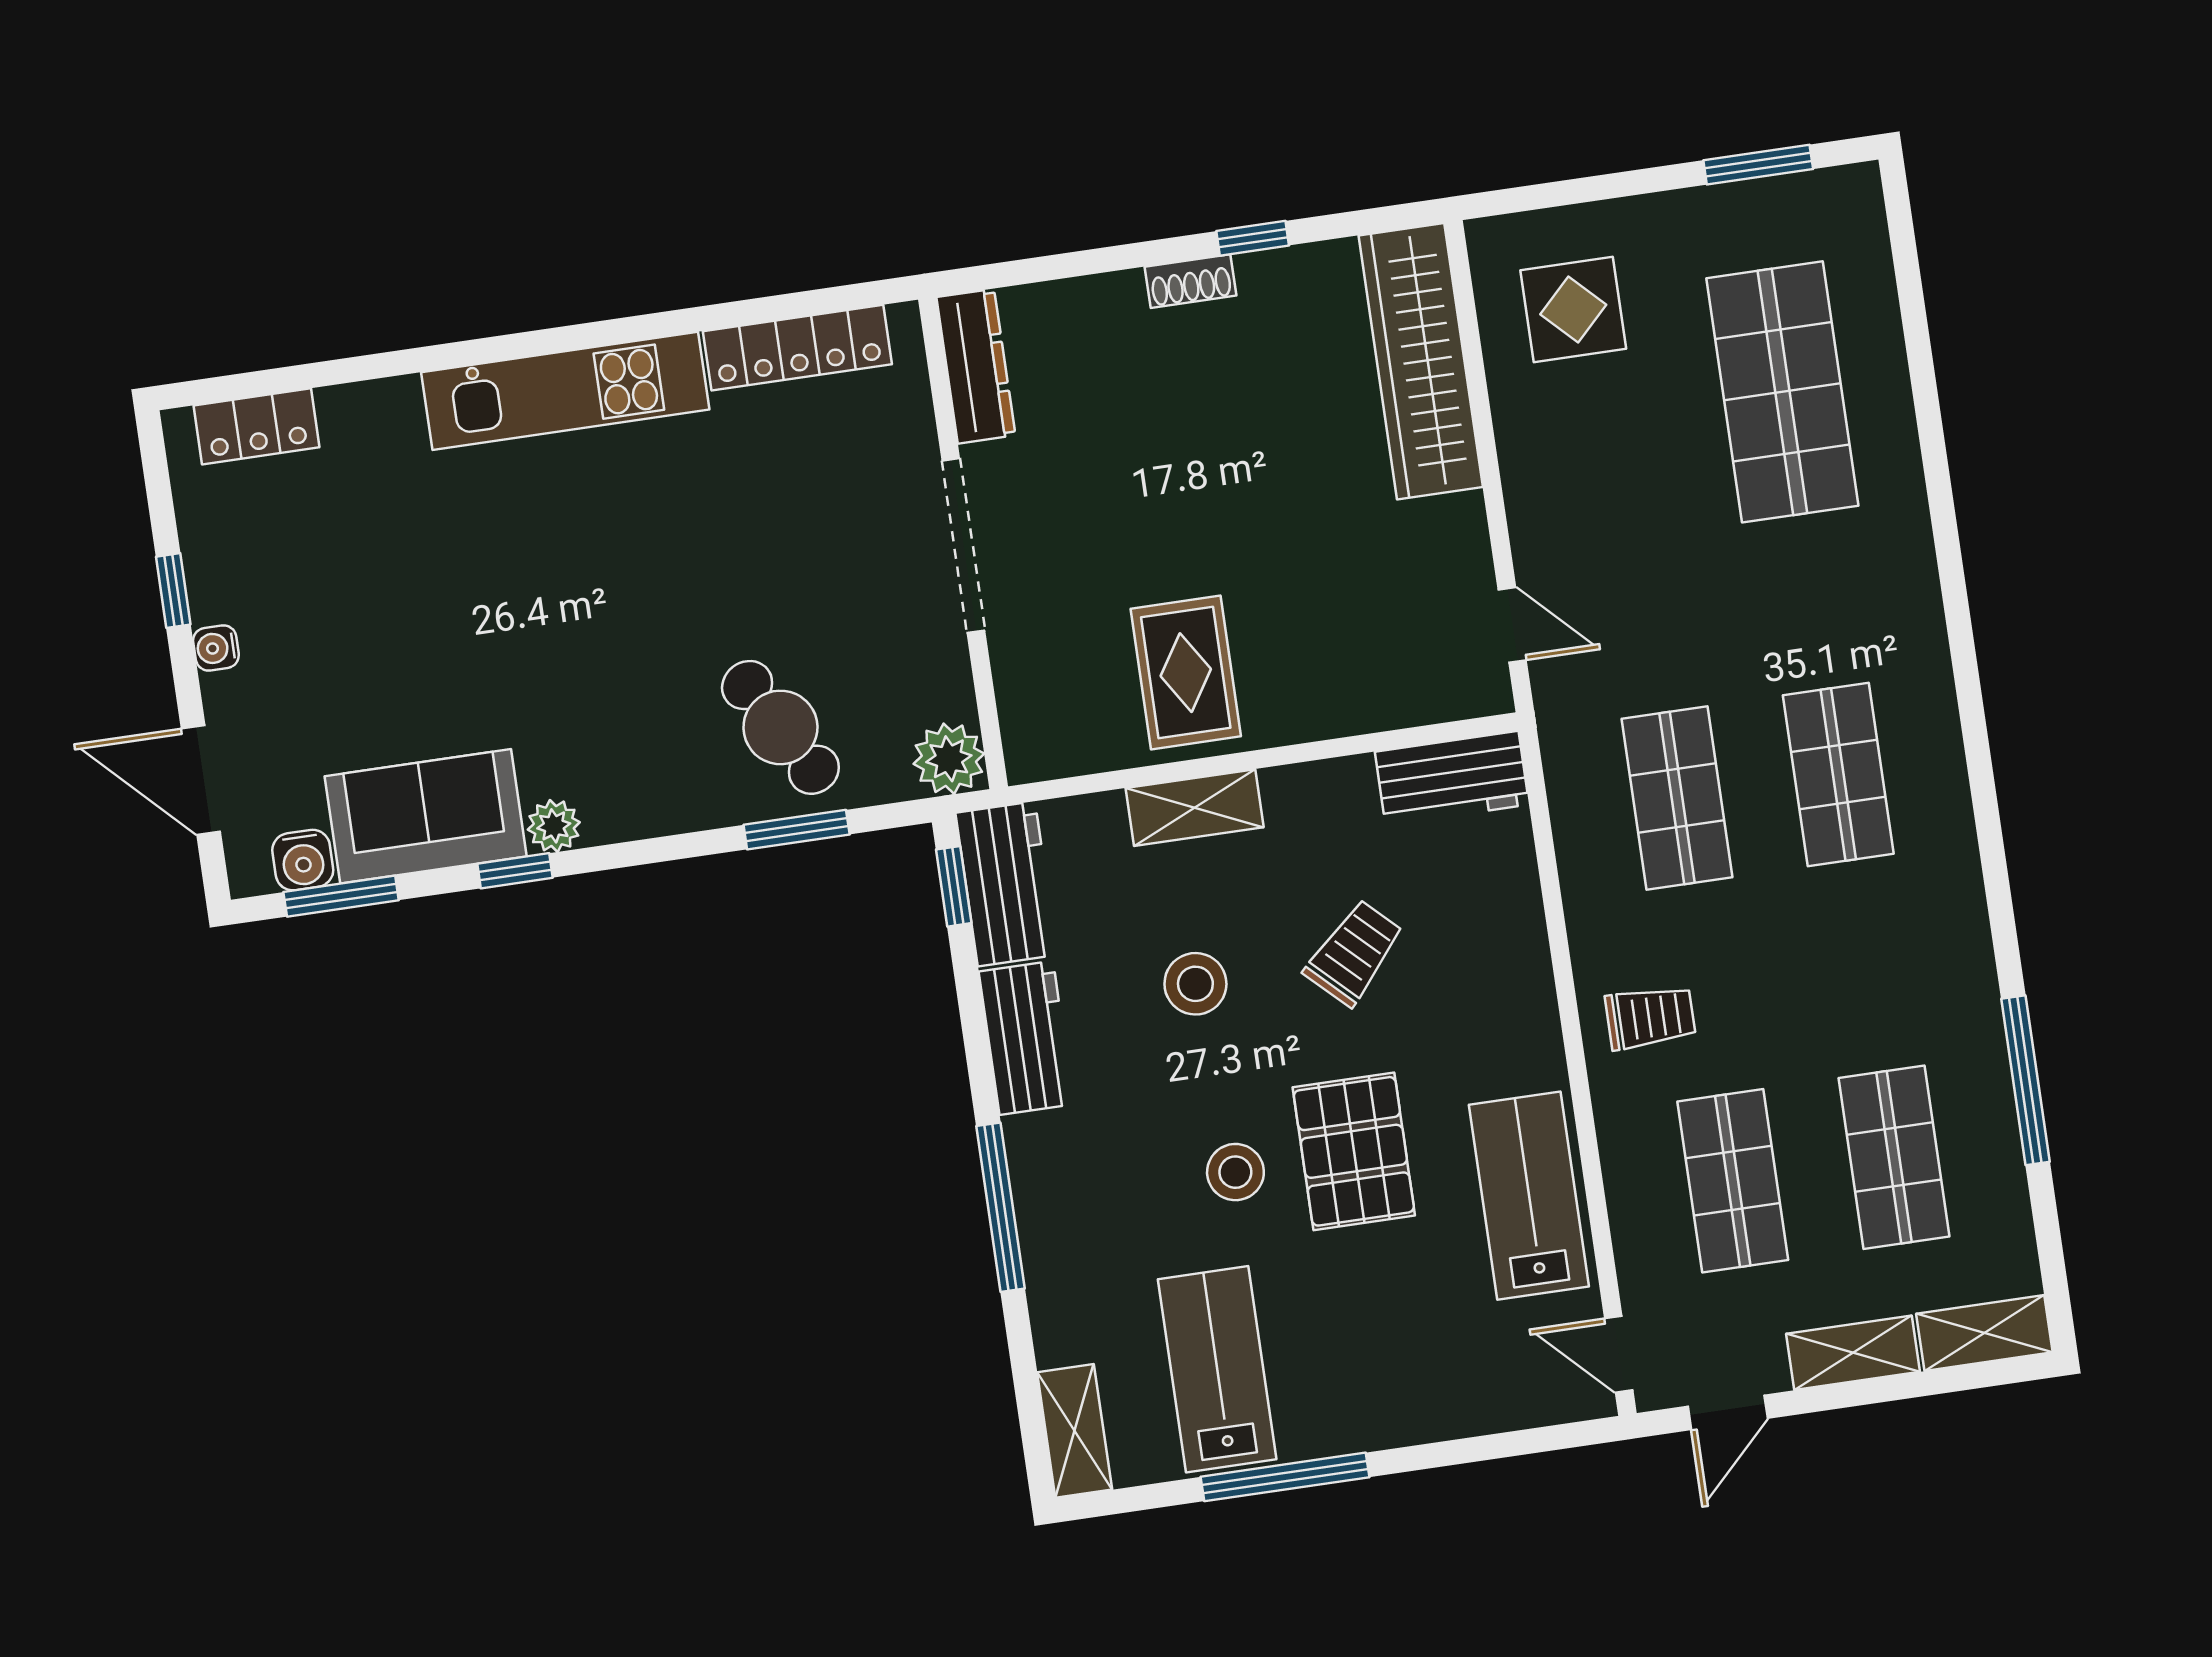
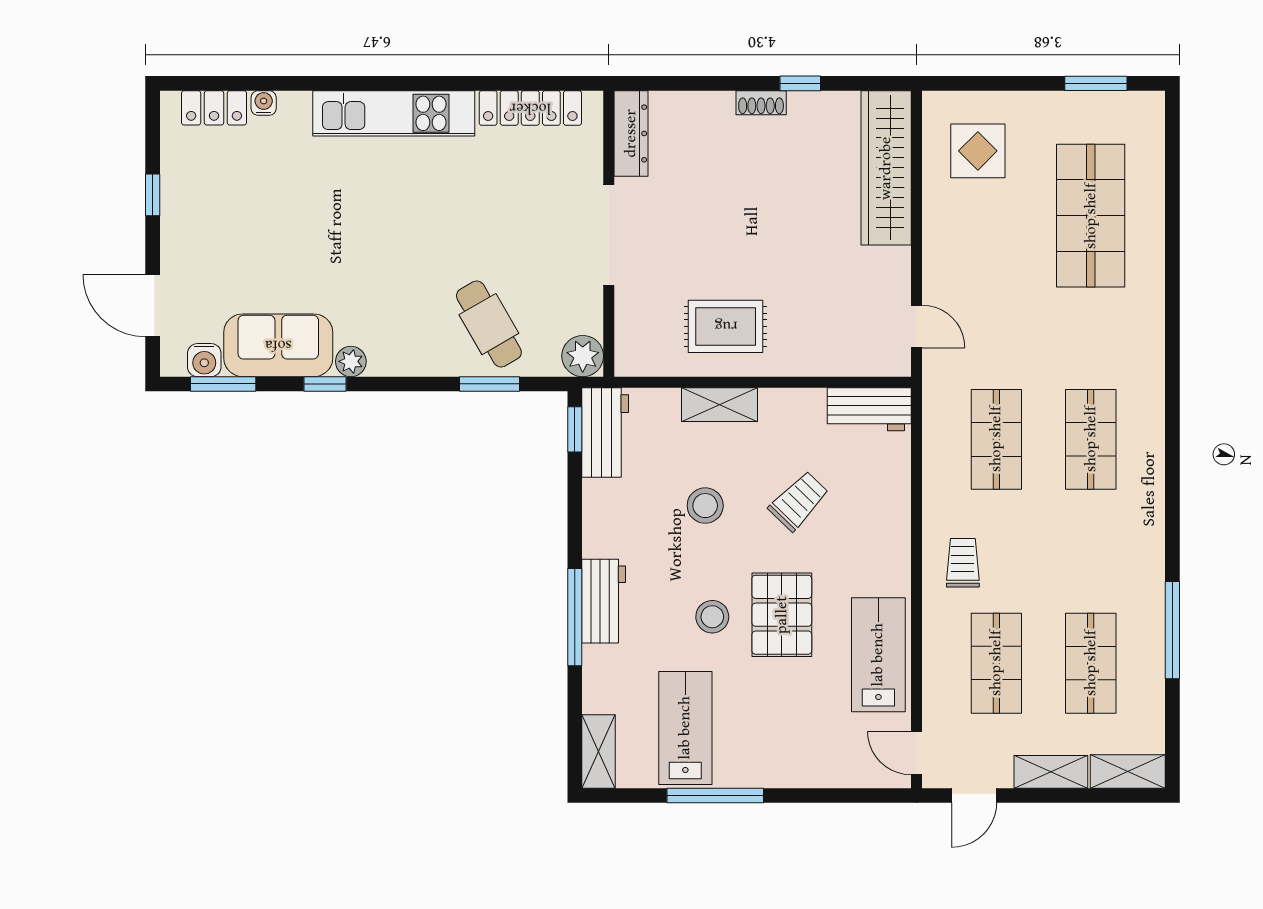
water cooler: (216, 648) -> (264, 103), moved, turned 90
rug: (1186, 673) -> (726, 326), turned 90
trolley: (1650, 1017) -> (963, 563), turned -90
workbench: (1026, 1038) -> (604, 601), moved

